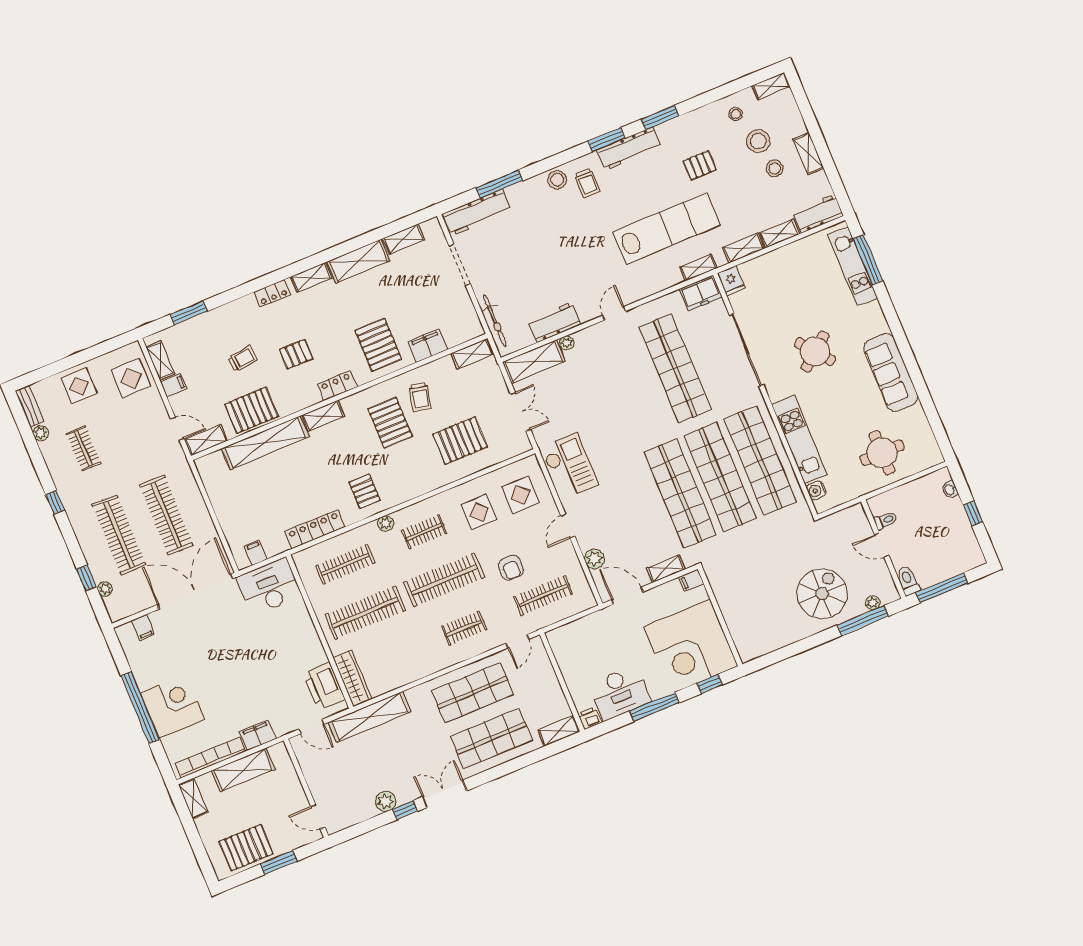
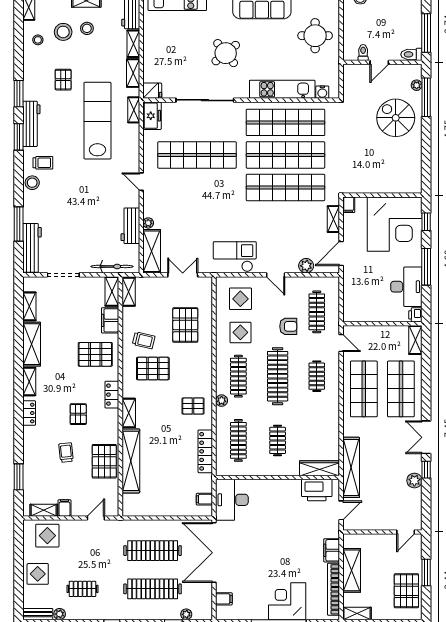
shelving: (206, 440) -> (112, 291), moved
clothes rail: (424, 532) -> (238, 376), width x1.36
clothes rail: (365, 613) -> (278, 440), width x0.54, depth x0.76

